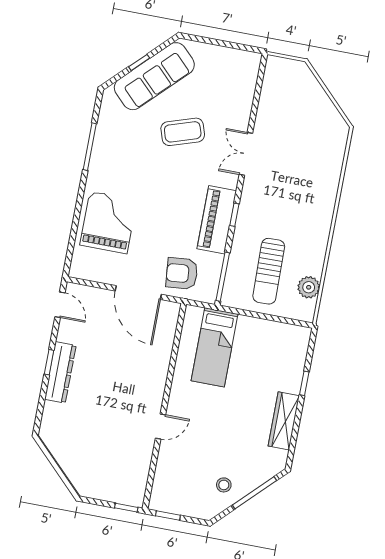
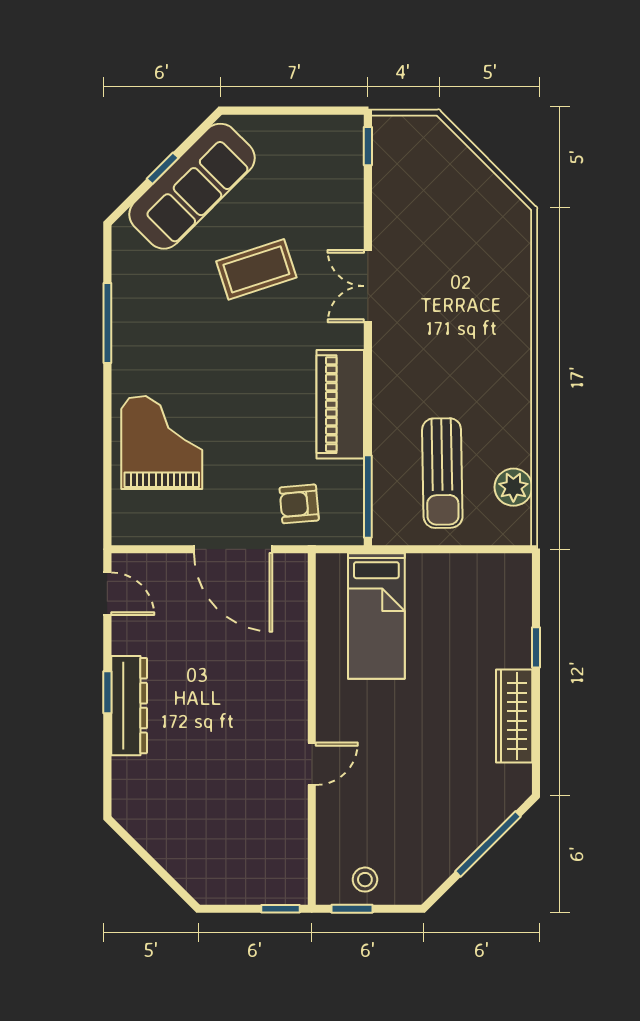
window: (234, 215) -> (368, 146), moved
armchair: (182, 273) -> (299, 504), width x0.72, depth x0.72
stool: (224, 485) -> (365, 880), moved

